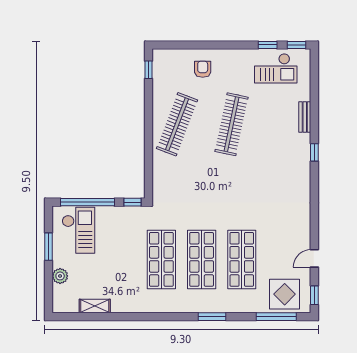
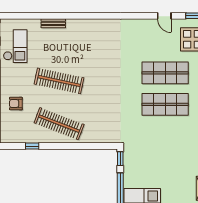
window: (148, 70) -> (32, 146), moved
window: (314, 152) -> (81, 16), removed
shop shelf: (161, 259) -> (165, 136), removed

